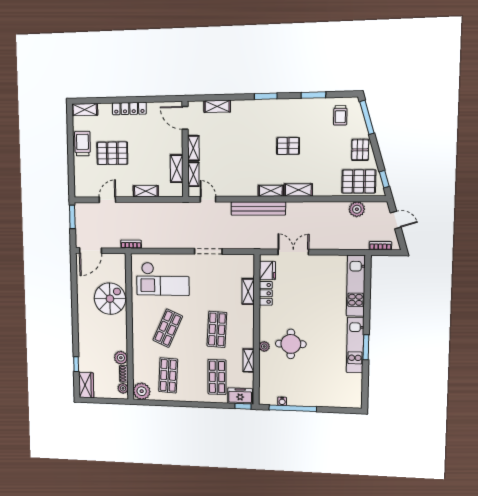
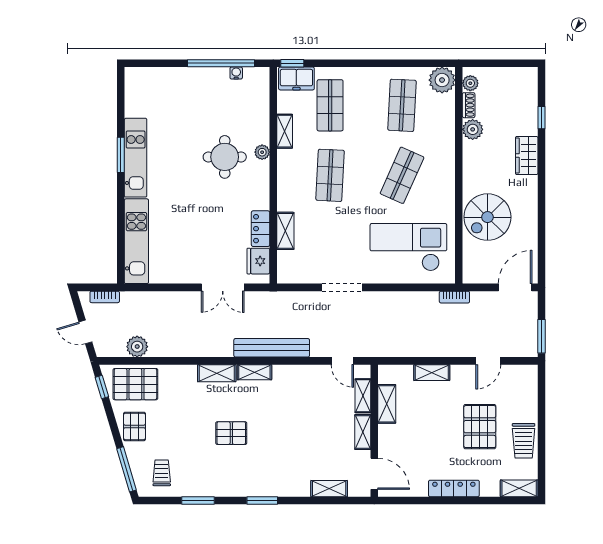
pallet: (112, 153) -> (480, 427), turned 90
wardrobe: (86, 385) -> (527, 156), moved

